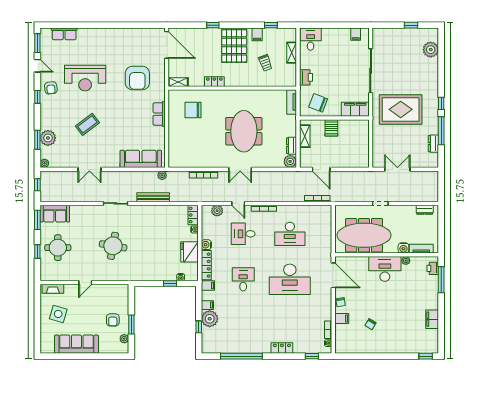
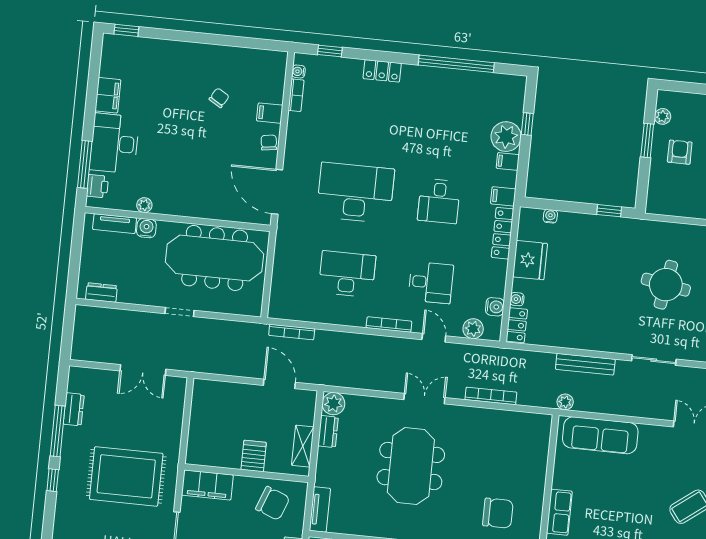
water cooler: (206, 245) -> (495, 307), moved
desk: (385, 269) -> (114, 143), moved, turned 90
window: (170, 284) -> (609, 211), moved

